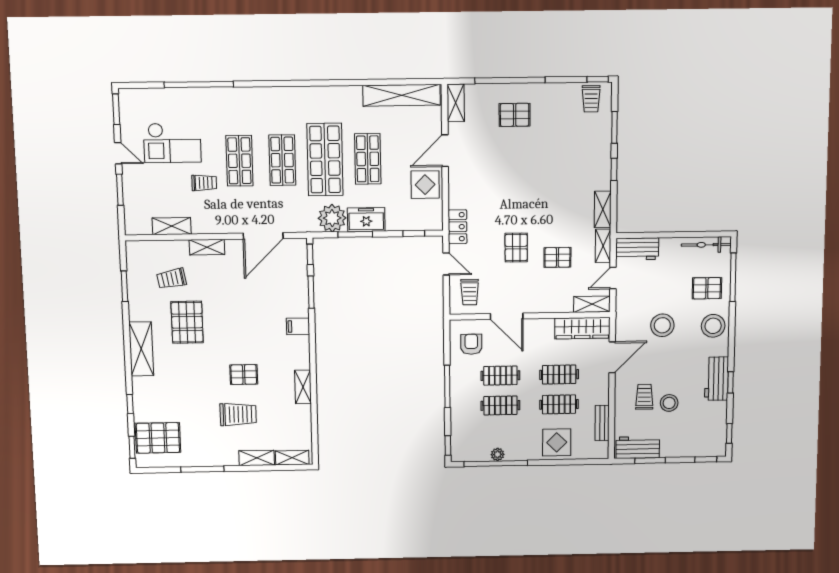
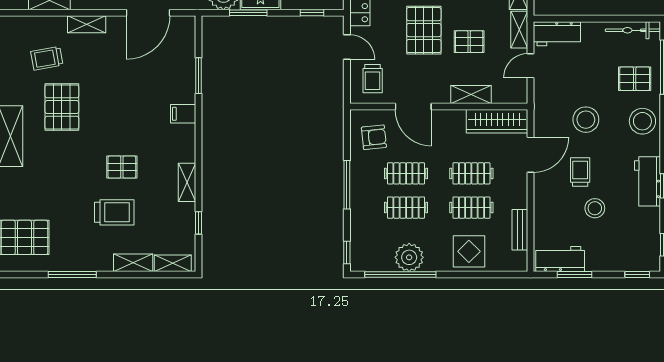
pallet: (516, 248) -> (424, 30), width x1.50, depth x1.42
window: (310, 254) -> (198, 223), moved
shelving: (592, 304) -> (471, 95), moved
armchair: (471, 344) -> (374, 137), turned 84
trolley: (644, 397) -> (580, 172), moved
plant: (498, 454) -> (409, 257), width x1.88, depth x1.88

